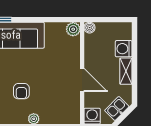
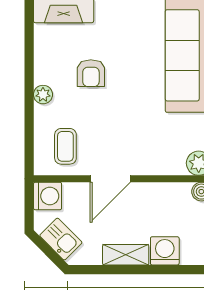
armchair: (21, 91) -> (91, 73), turned -90
coffee table: (64, 106) -> (65, 146), added

